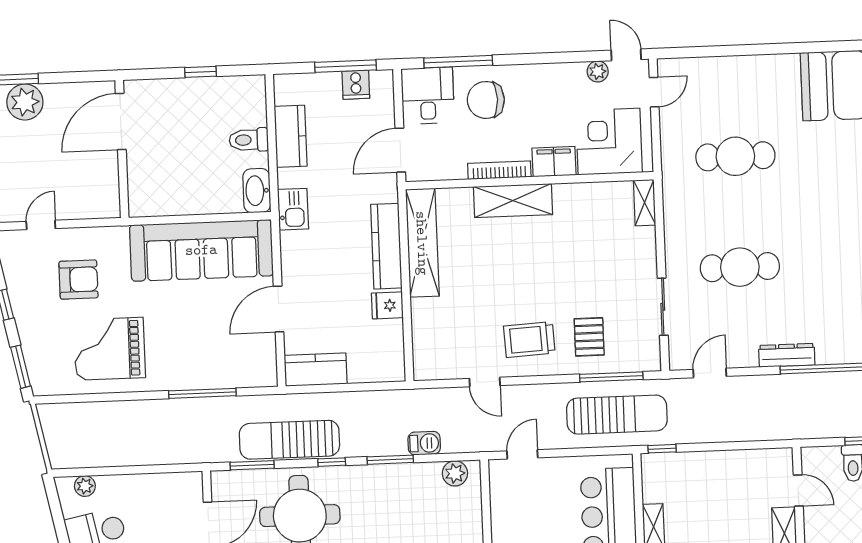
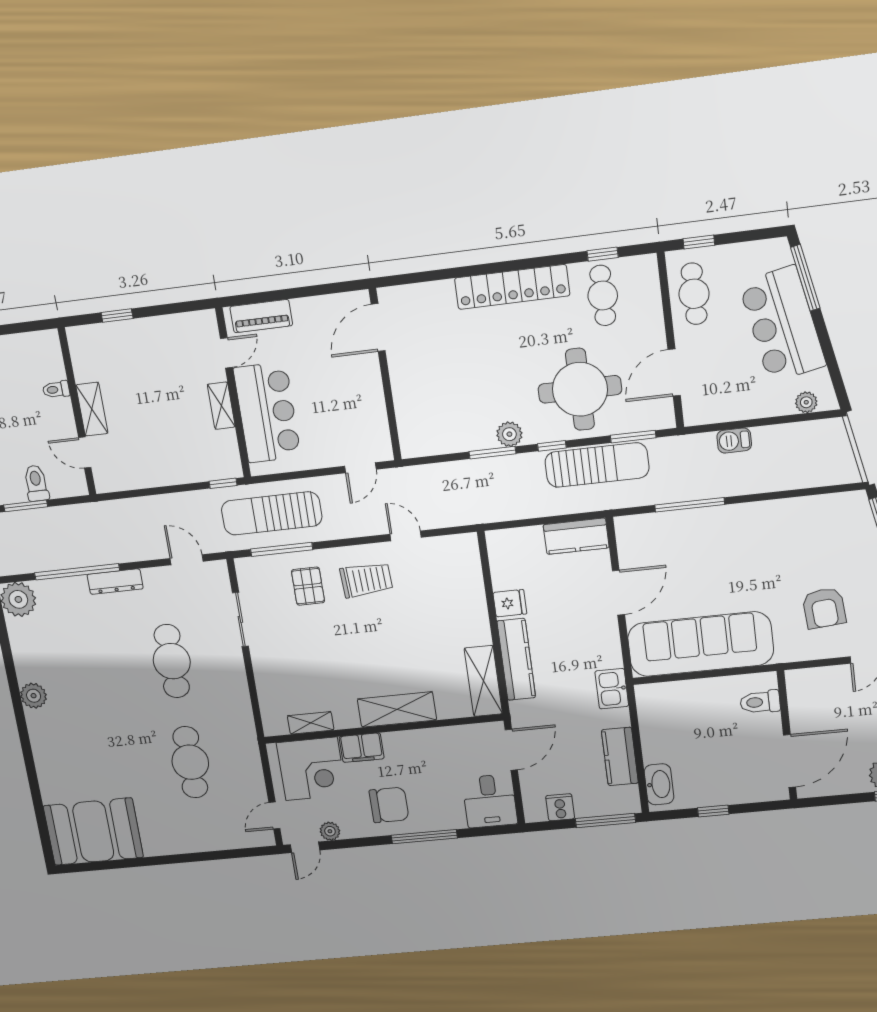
door: (626, 55) -> (305, 847), hinge flipped
window: (458, 62) -> (424, 837), moved
window: (346, 66) -> (605, 821), moved
chair: (486, 100) -> (389, 805), moved
toilet: (249, 140) -> (760, 702), moved, turned 180
cafe table: (735, 156) -> (190, 762), turned 90
bookcase: (499, 170) -> (413, 737), removed
washbasin: (257, 191) -> (659, 784), moved
shelving: (645, 203) -> (311, 723), moved, turned 90
shelving: (422, 243) -> (483, 681), width x0.68
cafe table: (740, 267) -> (172, 661), turned 90
armchair: (79, 280) -> (824, 608), turned -95
grand piano: (110, 349) -> (788, 542), removed
door: (710, 373) -> (187, 560), swing flipped
barbecue: (424, 443) -> (734, 441), moved
plant: (455, 473) -> (509, 434), moved

